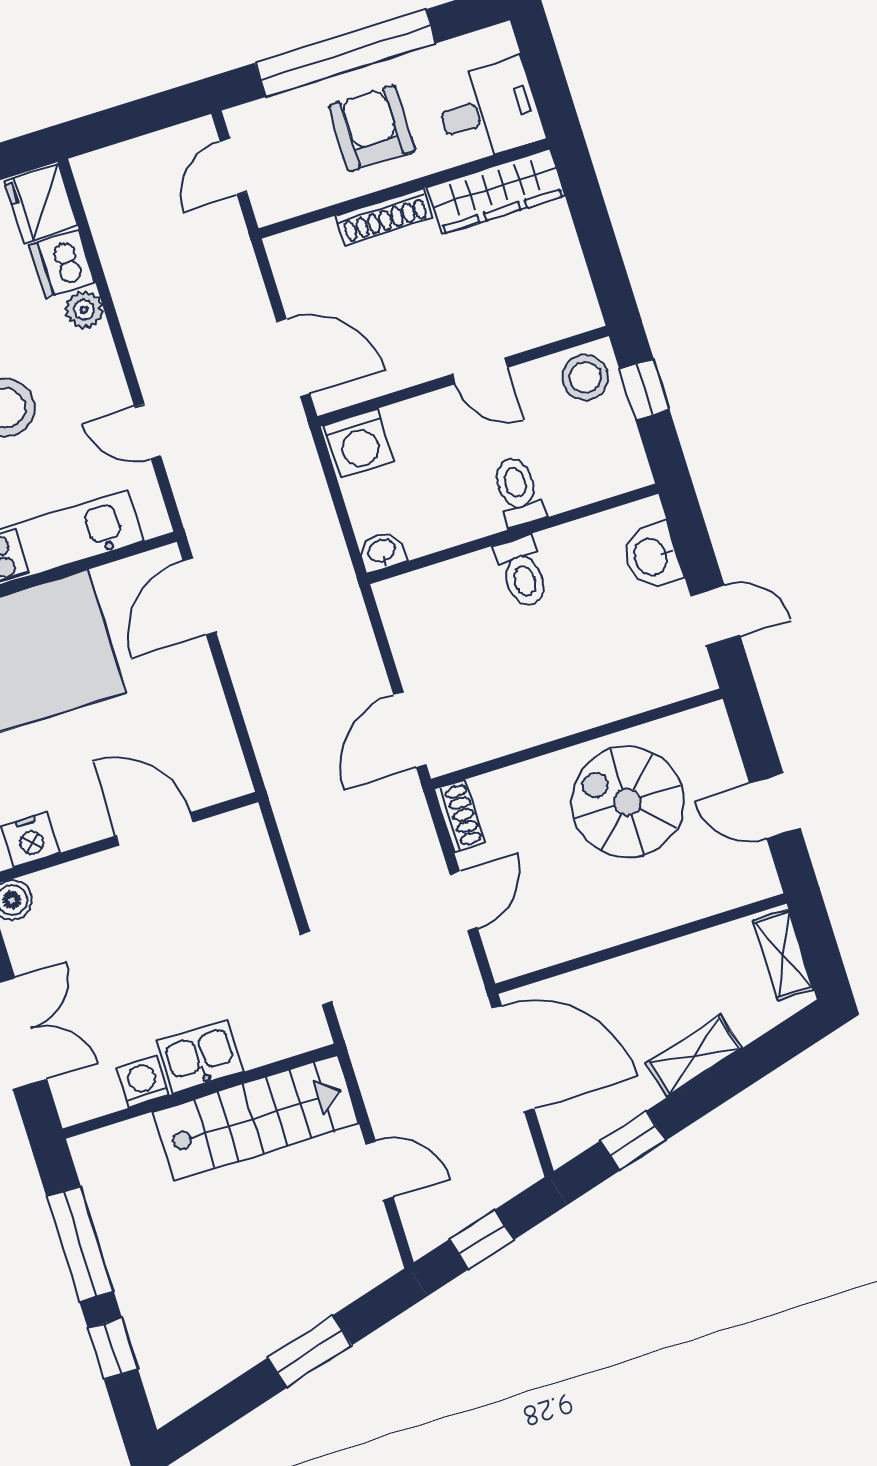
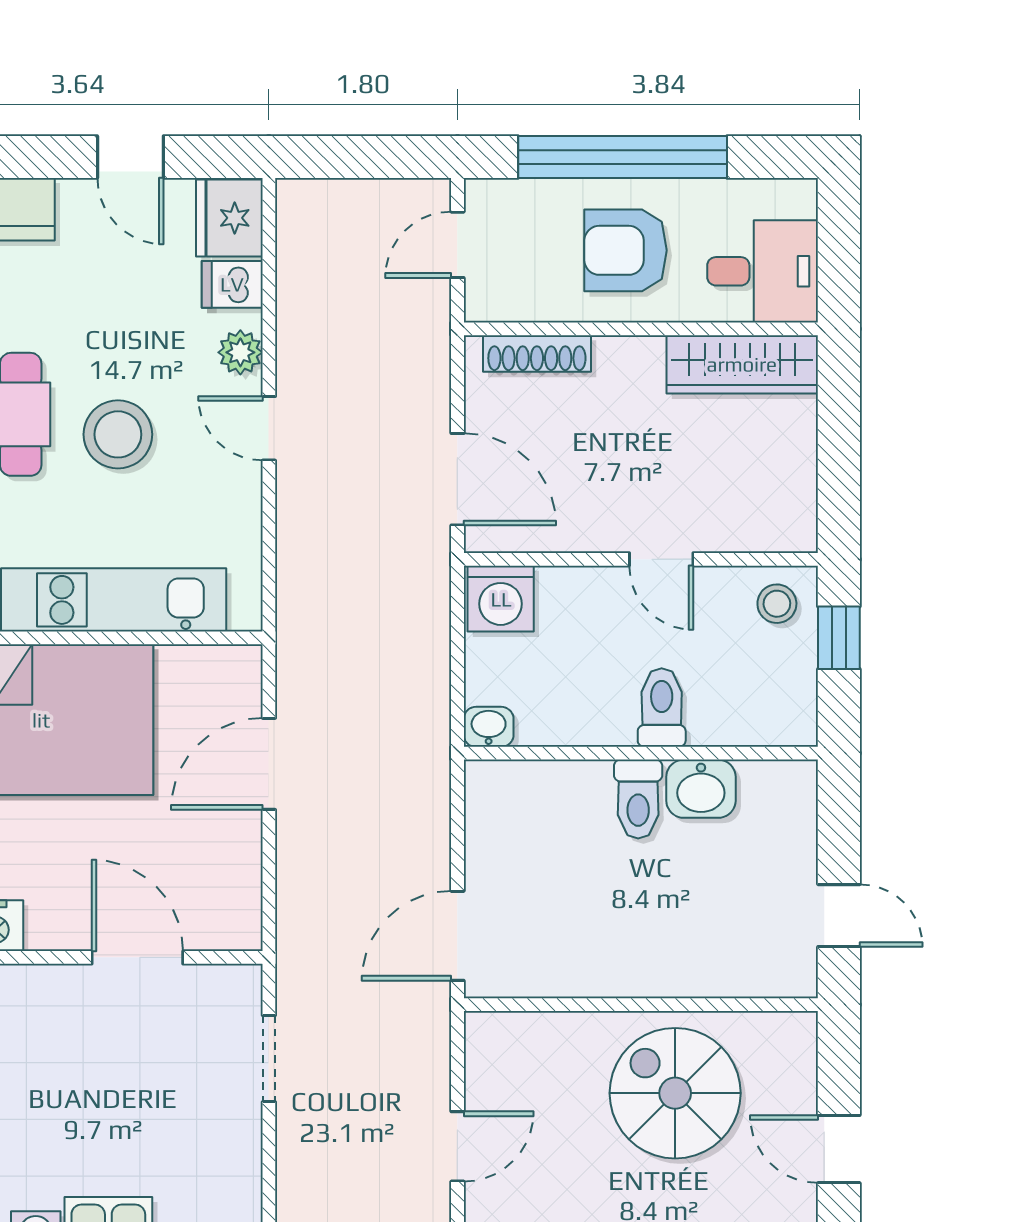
armchair: (372, 128) -> (625, 250), turned -90
shoe rack: (384, 217) -> (537, 353), moved
dishwasher: (62, 264) -> (232, 284), width x0.73
stool: (585, 377) -> (777, 604), width x0.73, depth x0.73
door: (148, 431) -> (269, 428), moved
washbasin: (652, 556) -> (701, 789), moved, turned -90
door: (199, 596) -> (269, 764), moved
shoe rack: (460, 816) -> (483, 1050), removed
doorway: (316, 968) -> (269, 1059), moved

